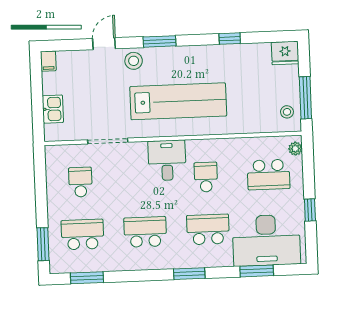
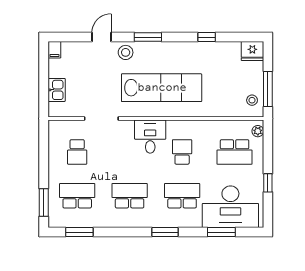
school desk: (80, 182) -> (77, 152), turned 180

